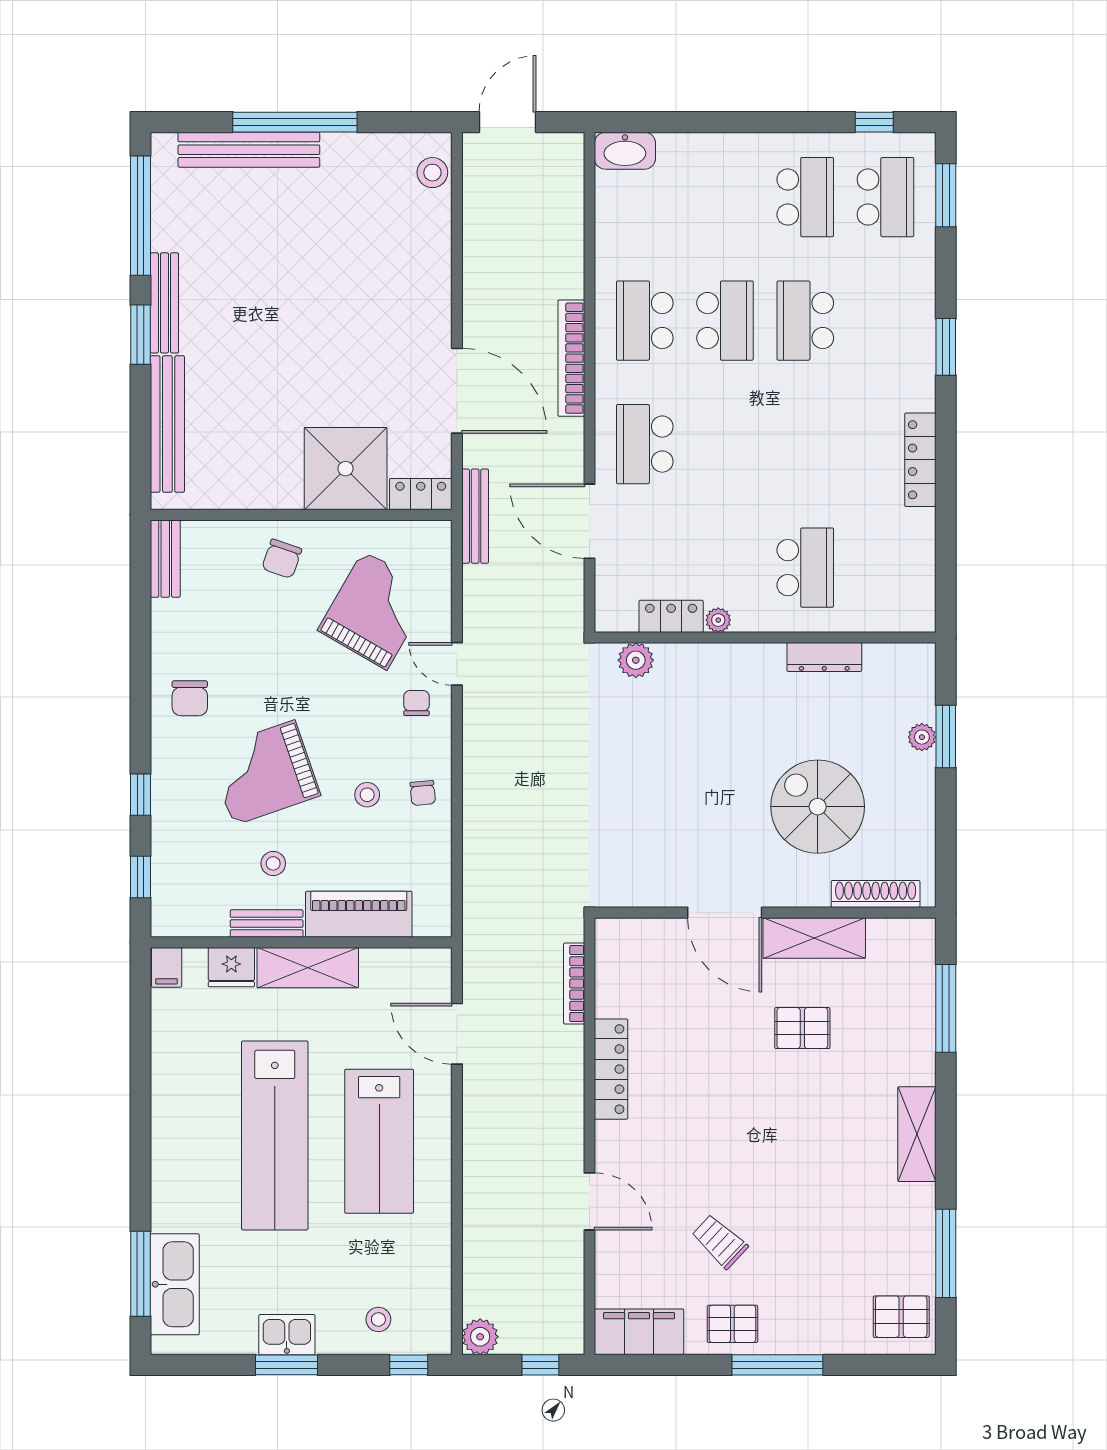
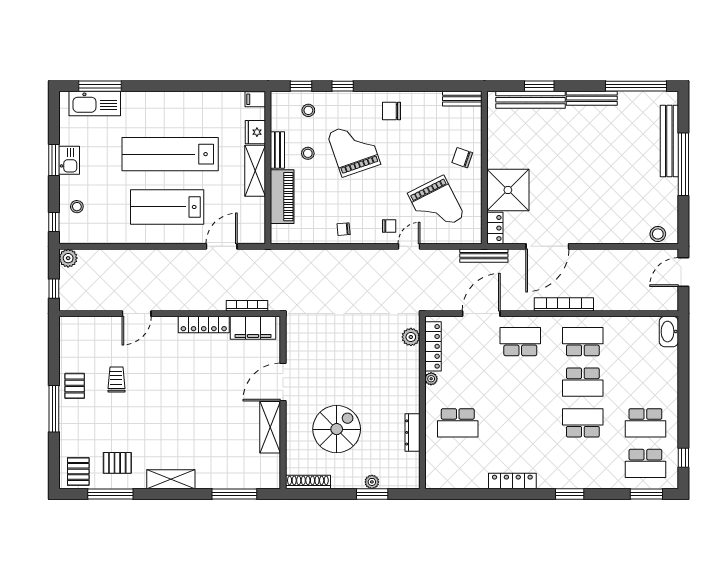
door: (508, 122) -> (683, 272), swing flipped
window: (140, 335) -> (539, 86), moved
grand piano: (375, 610) -> (436, 205), turned 33
locker: (671, 616) -> (433, 346), width x1.53
stool: (367, 795) -> (308, 110), moved
shoe rack: (876, 894) -> (308, 482), moved, turned -90
pallet: (802, 1028) -> (117, 463), moved, turned 90
trolley: (720, 1241) -> (116, 379), turned -43
filing cabinet: (639, 1332) -> (253, 328), moved, turned 90

